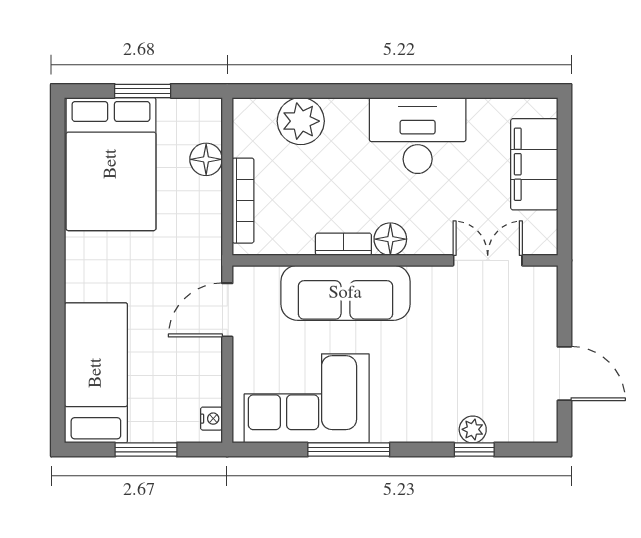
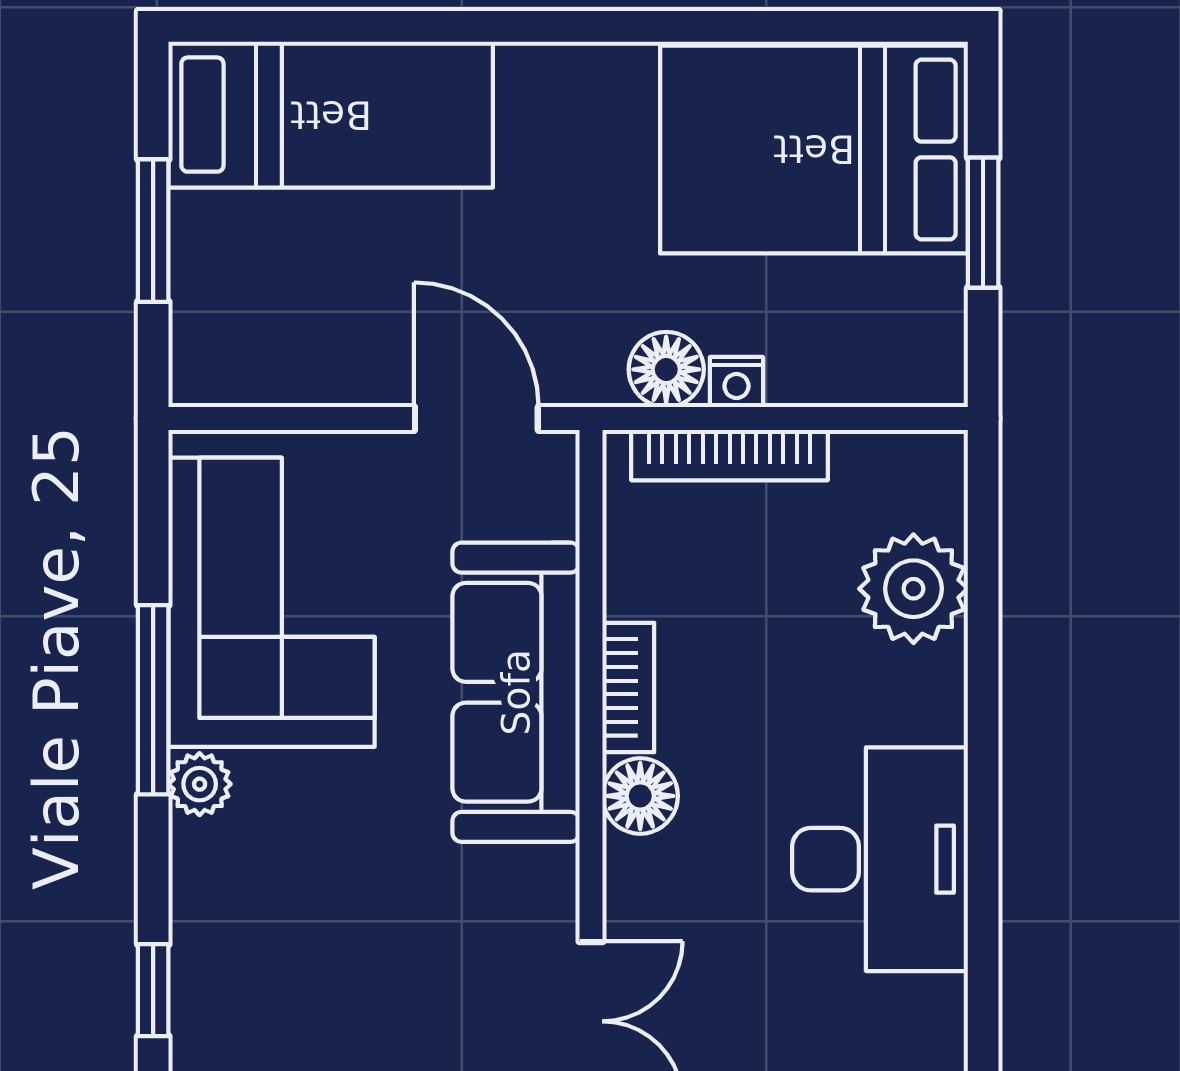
floor lamp: (206, 159) -> (666, 369), moved
nightstand: (211, 419) -> (736, 382), moved
plant: (473, 429) -> (200, 784), moved

